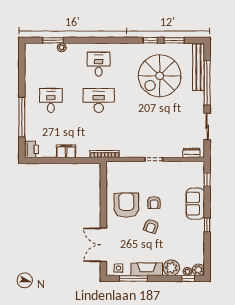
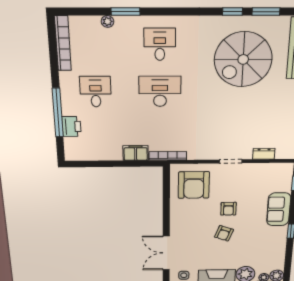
window: (53, 40) -> (125, 12), moved
bookcase: (29, 63) -> (63, 43), added
printer: (31, 149) -> (71, 127), moved
filing cabinet: (66, 151) -> (136, 153), moved
dresser: (191, 153) -> (264, 154), moved
armchair: (126, 205) -> (194, 185), moved, turned 180

